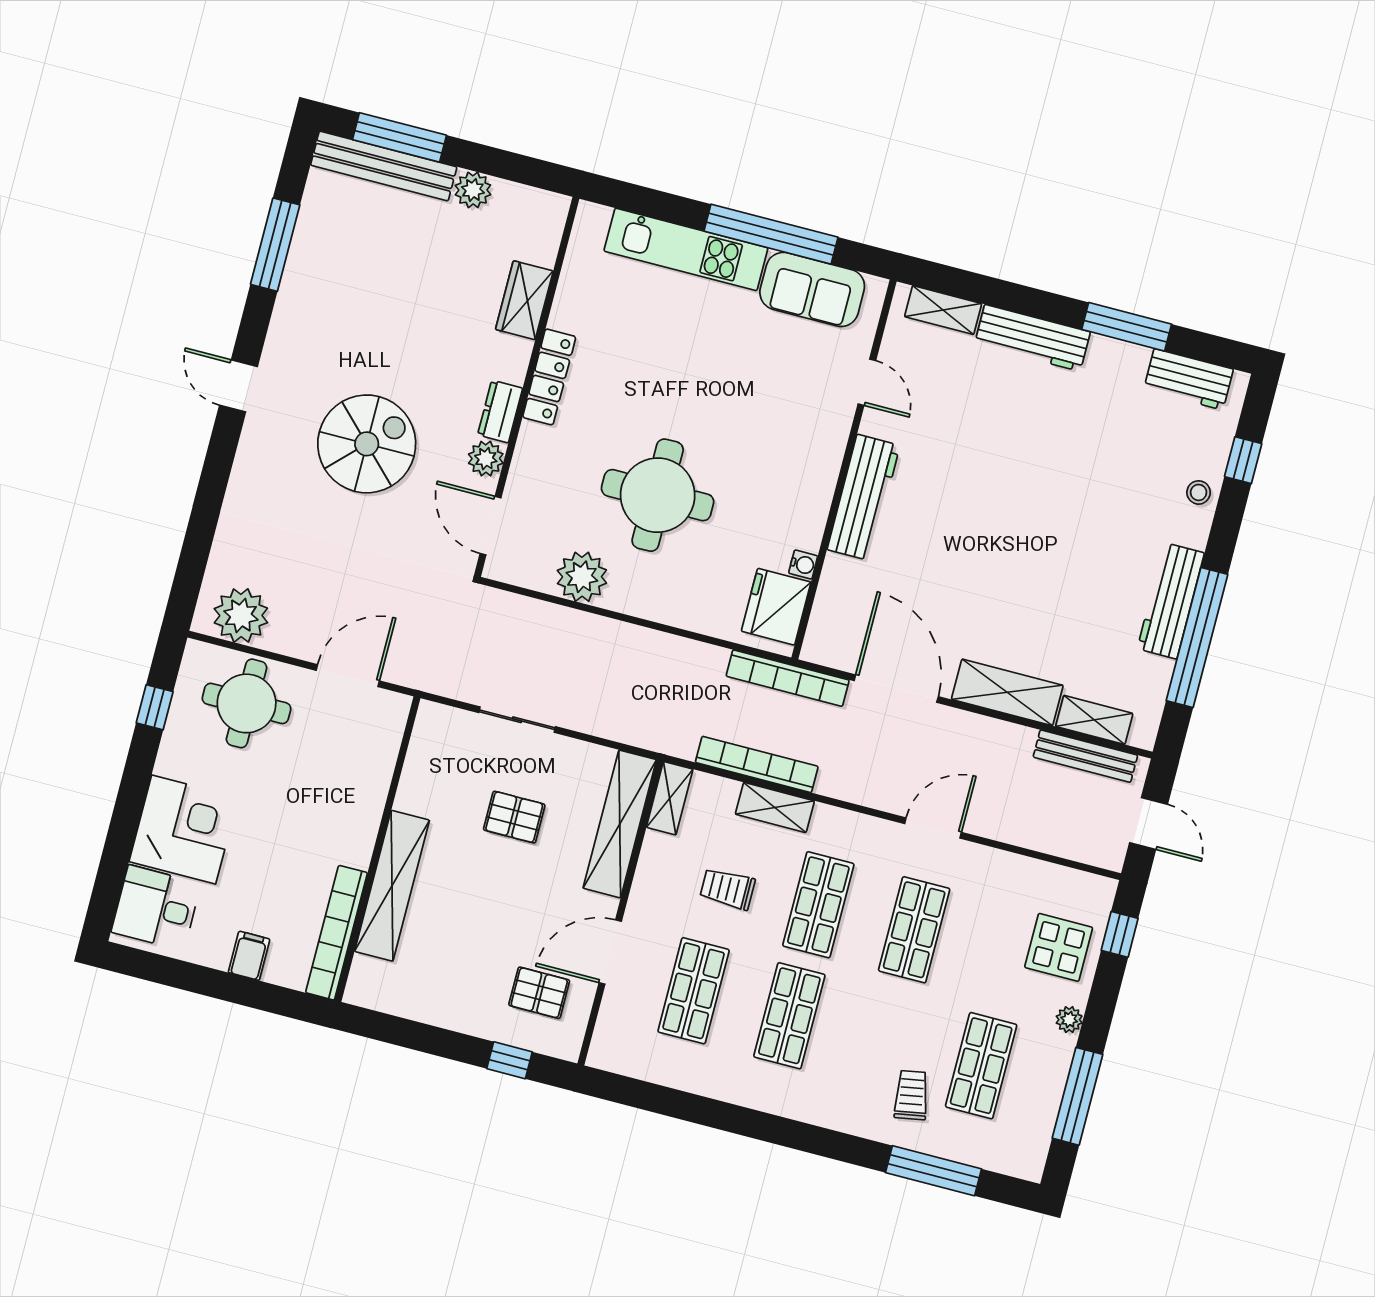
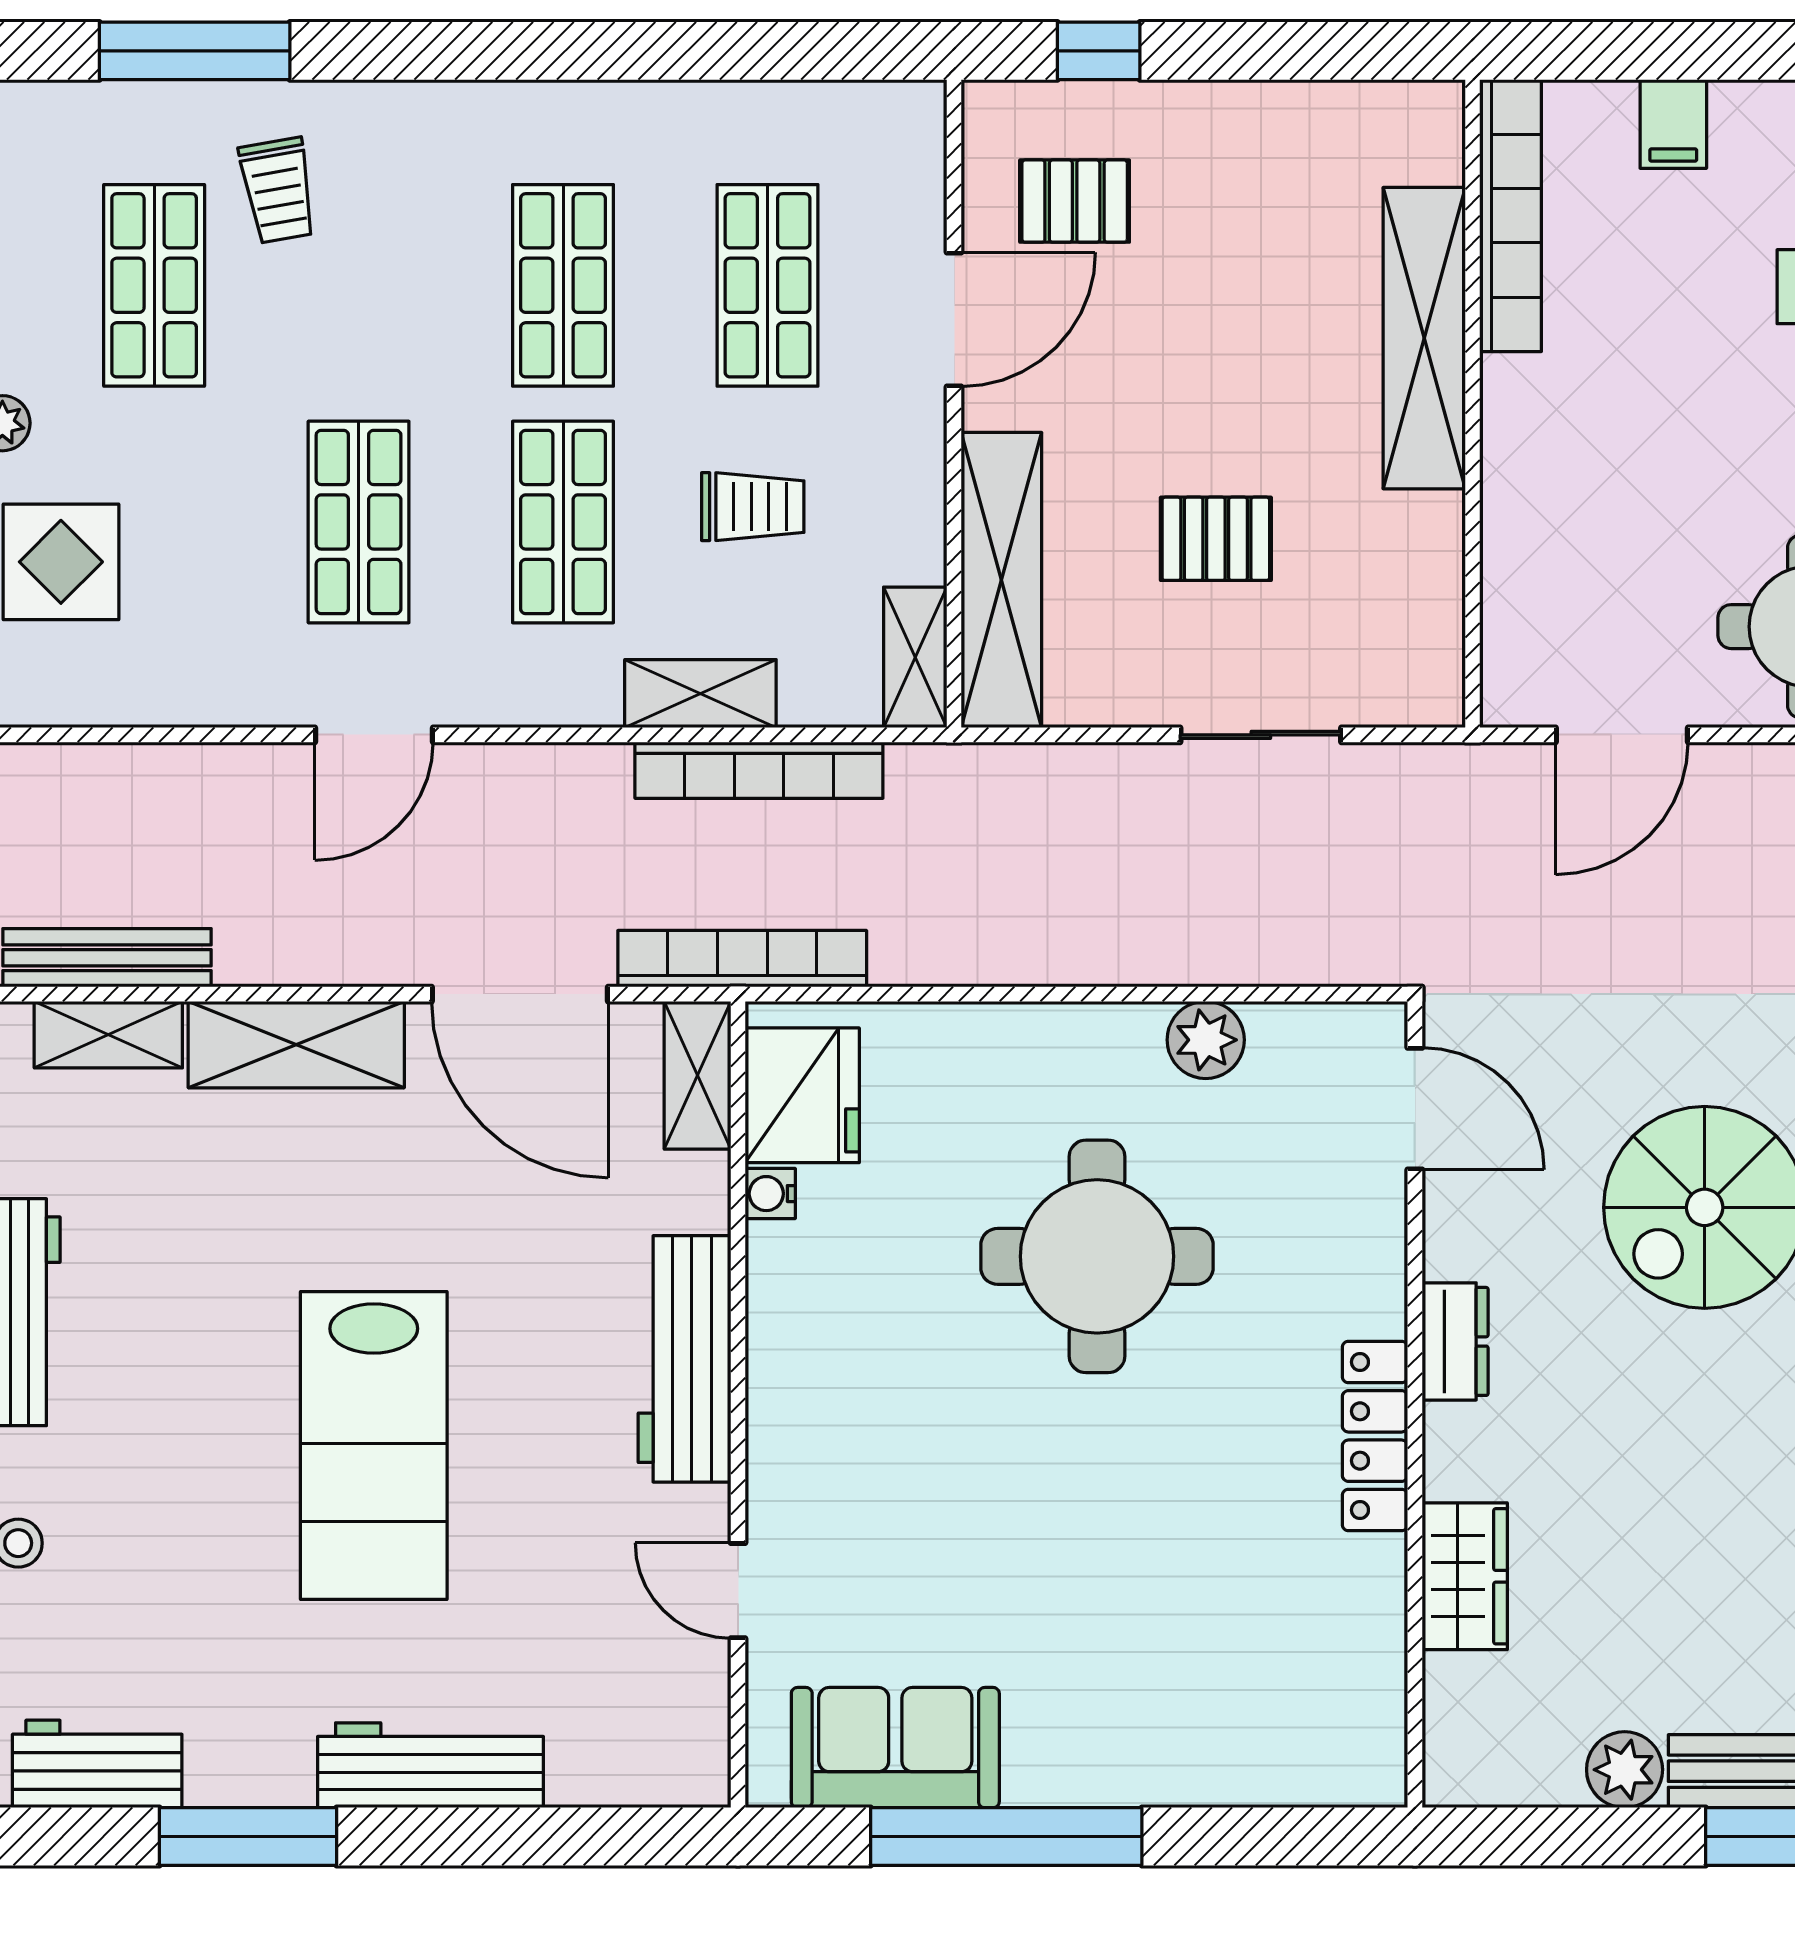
kitchen unit: (686, 249) -> (1168, 1762), removed
shelving: (943, 310) -> (698, 1075), moved, turned 90
plant: (486, 459) -> (1459, 1240), removed
lab bench: (1020, 495) -> (374, 1445), added
plant: (582, 577) -> (1206, 1040), width x0.73, depth x0.73

